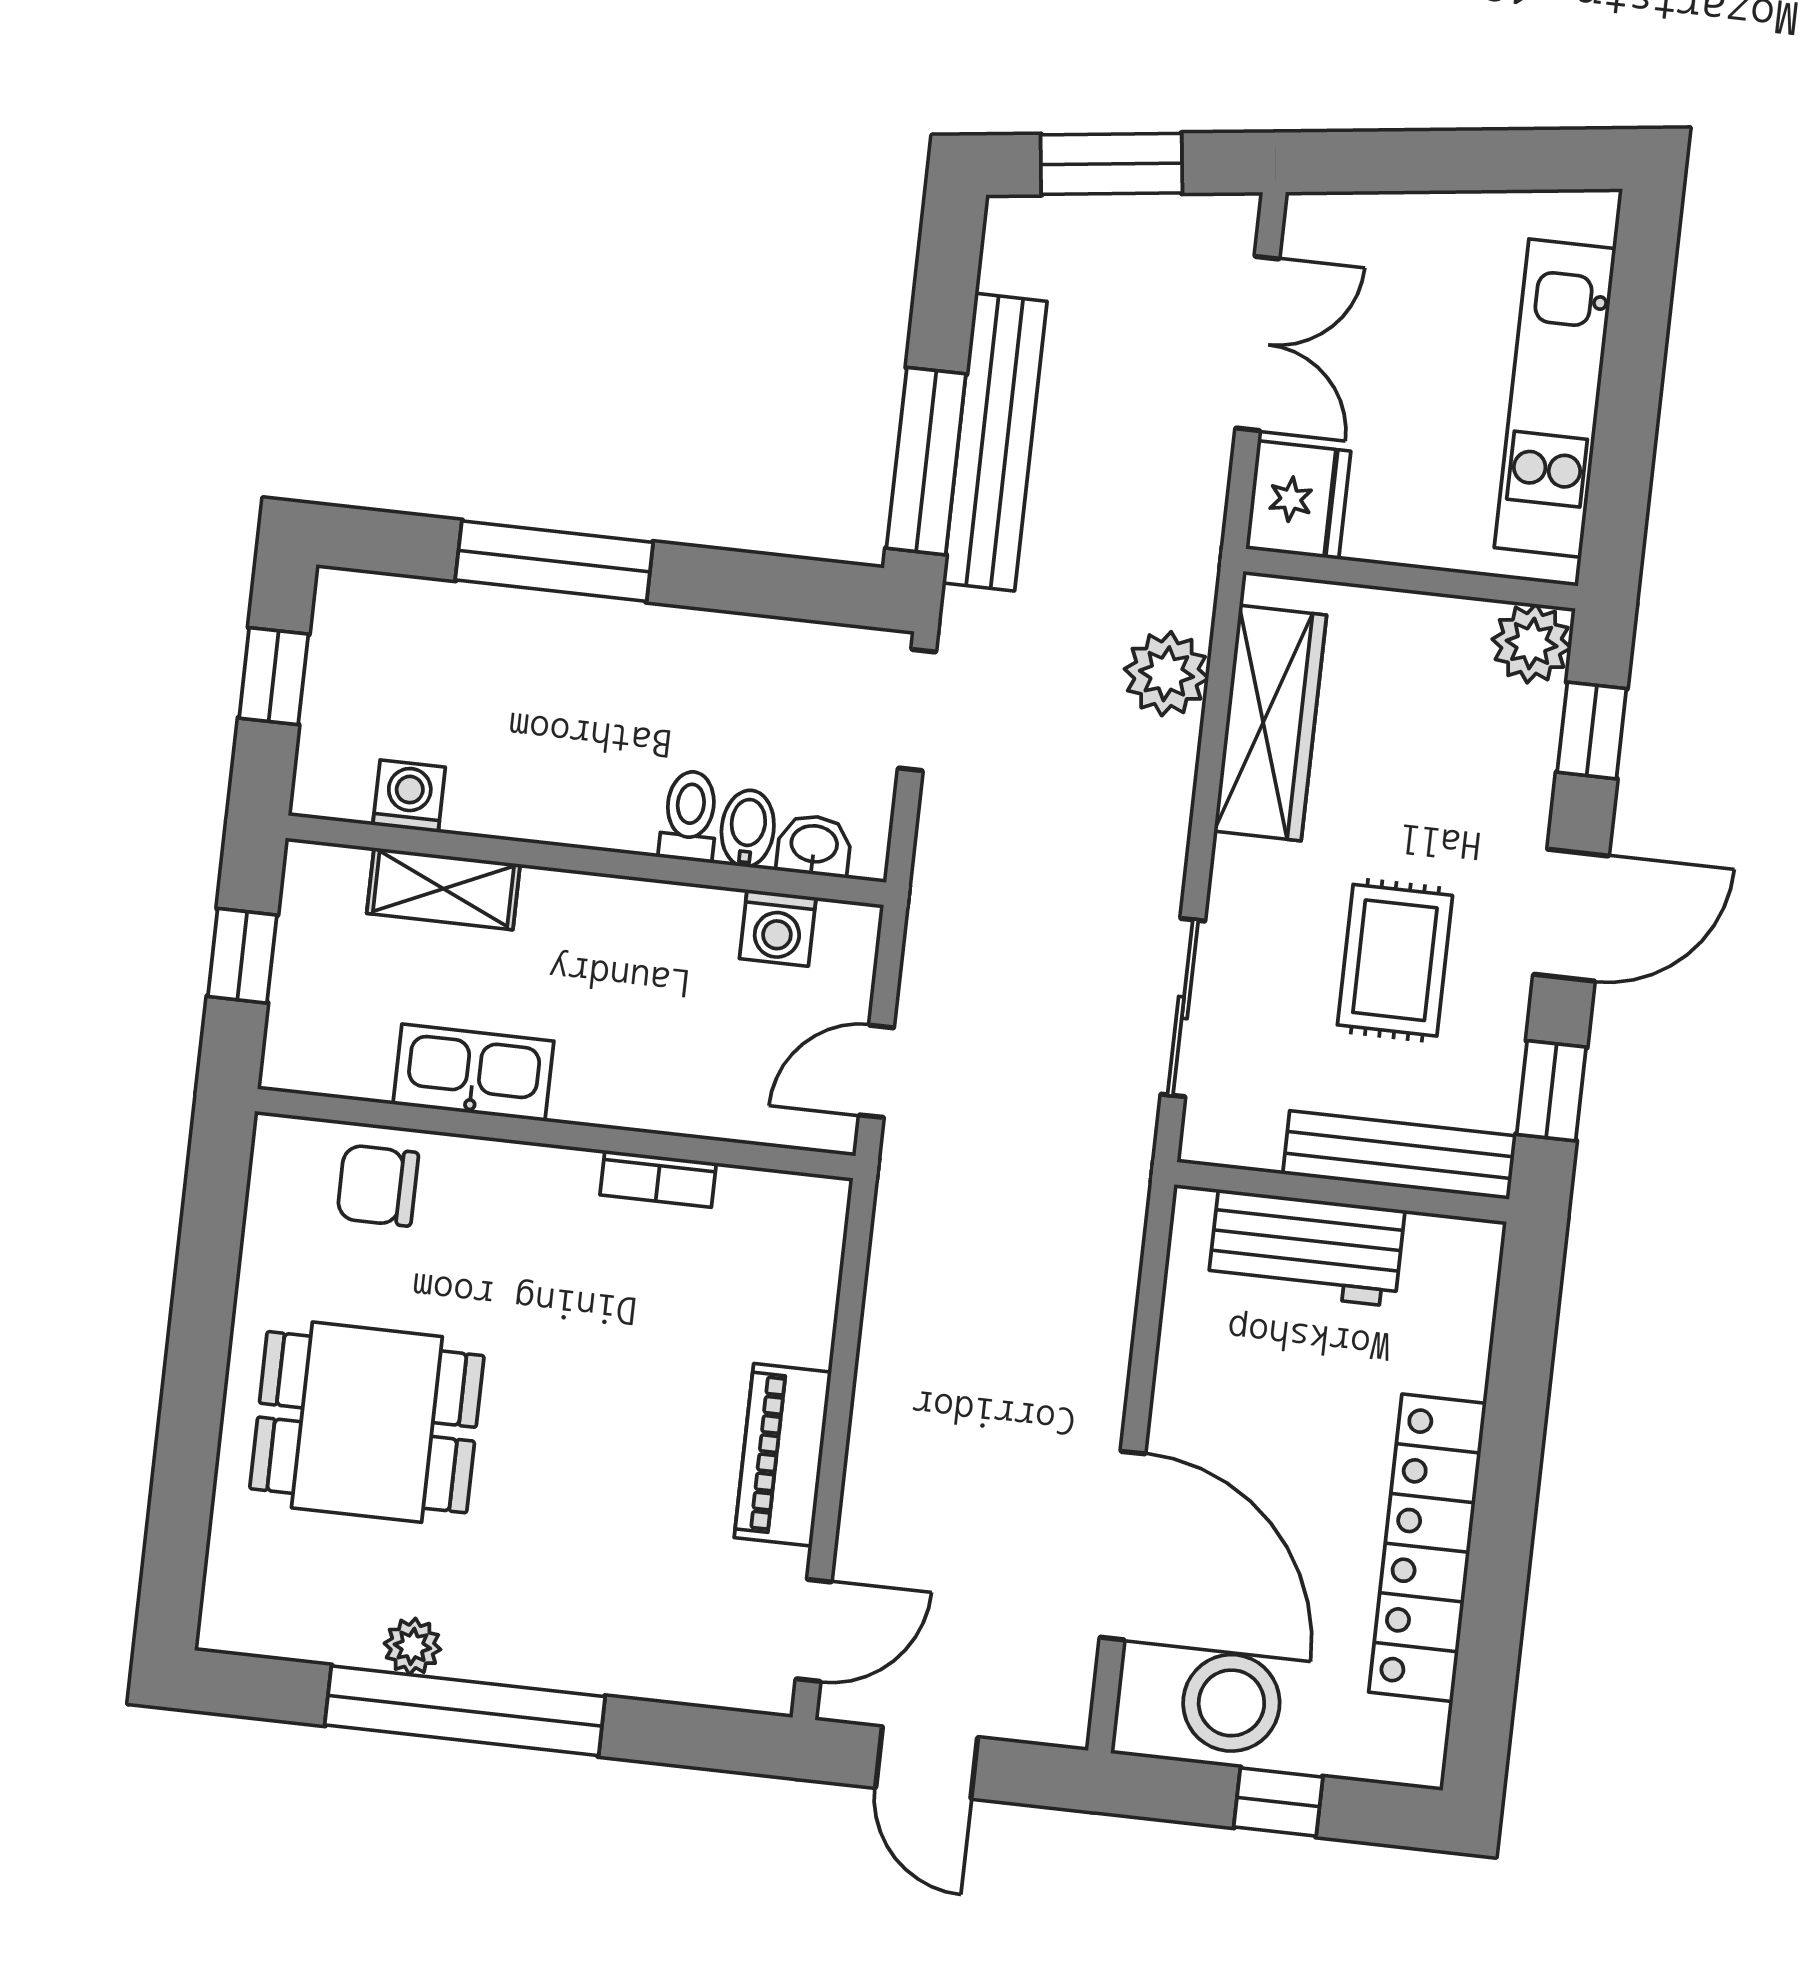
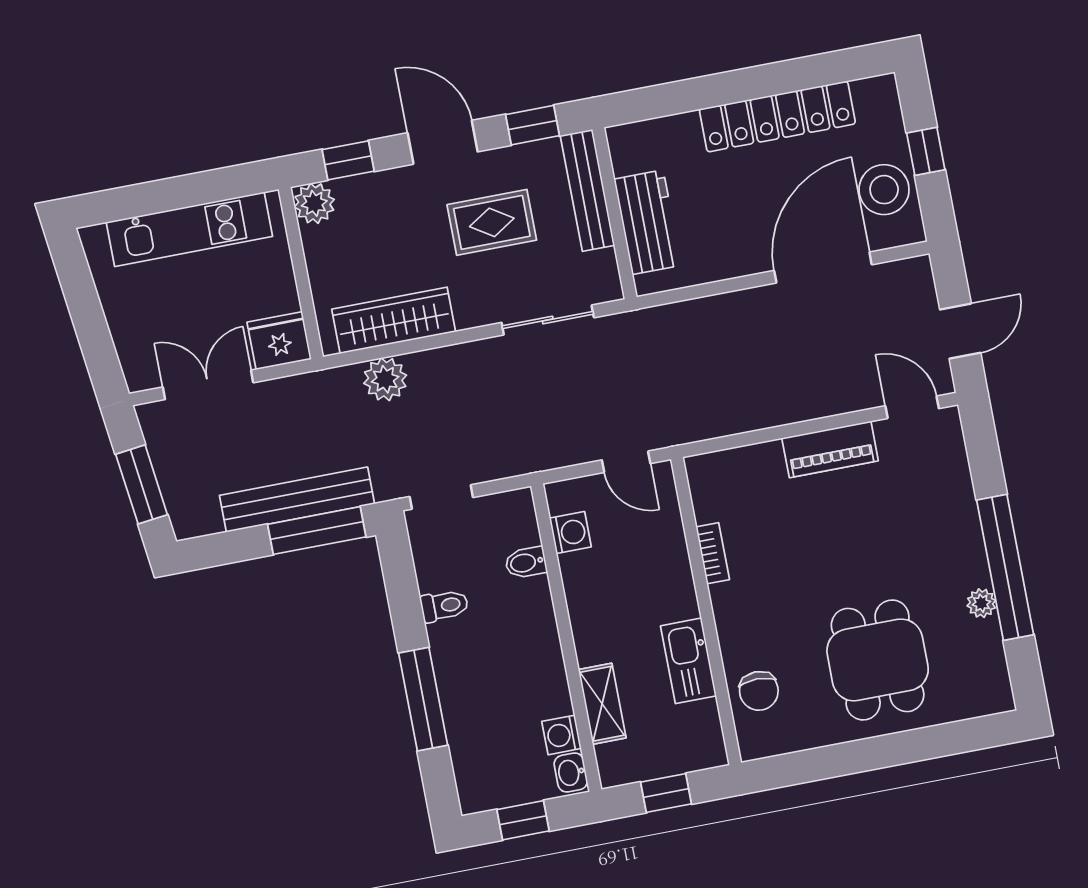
toilet: (690, 816) -> (444, 606), moved, turned 180
washbasin: (814, 845) -> (571, 772), moved

